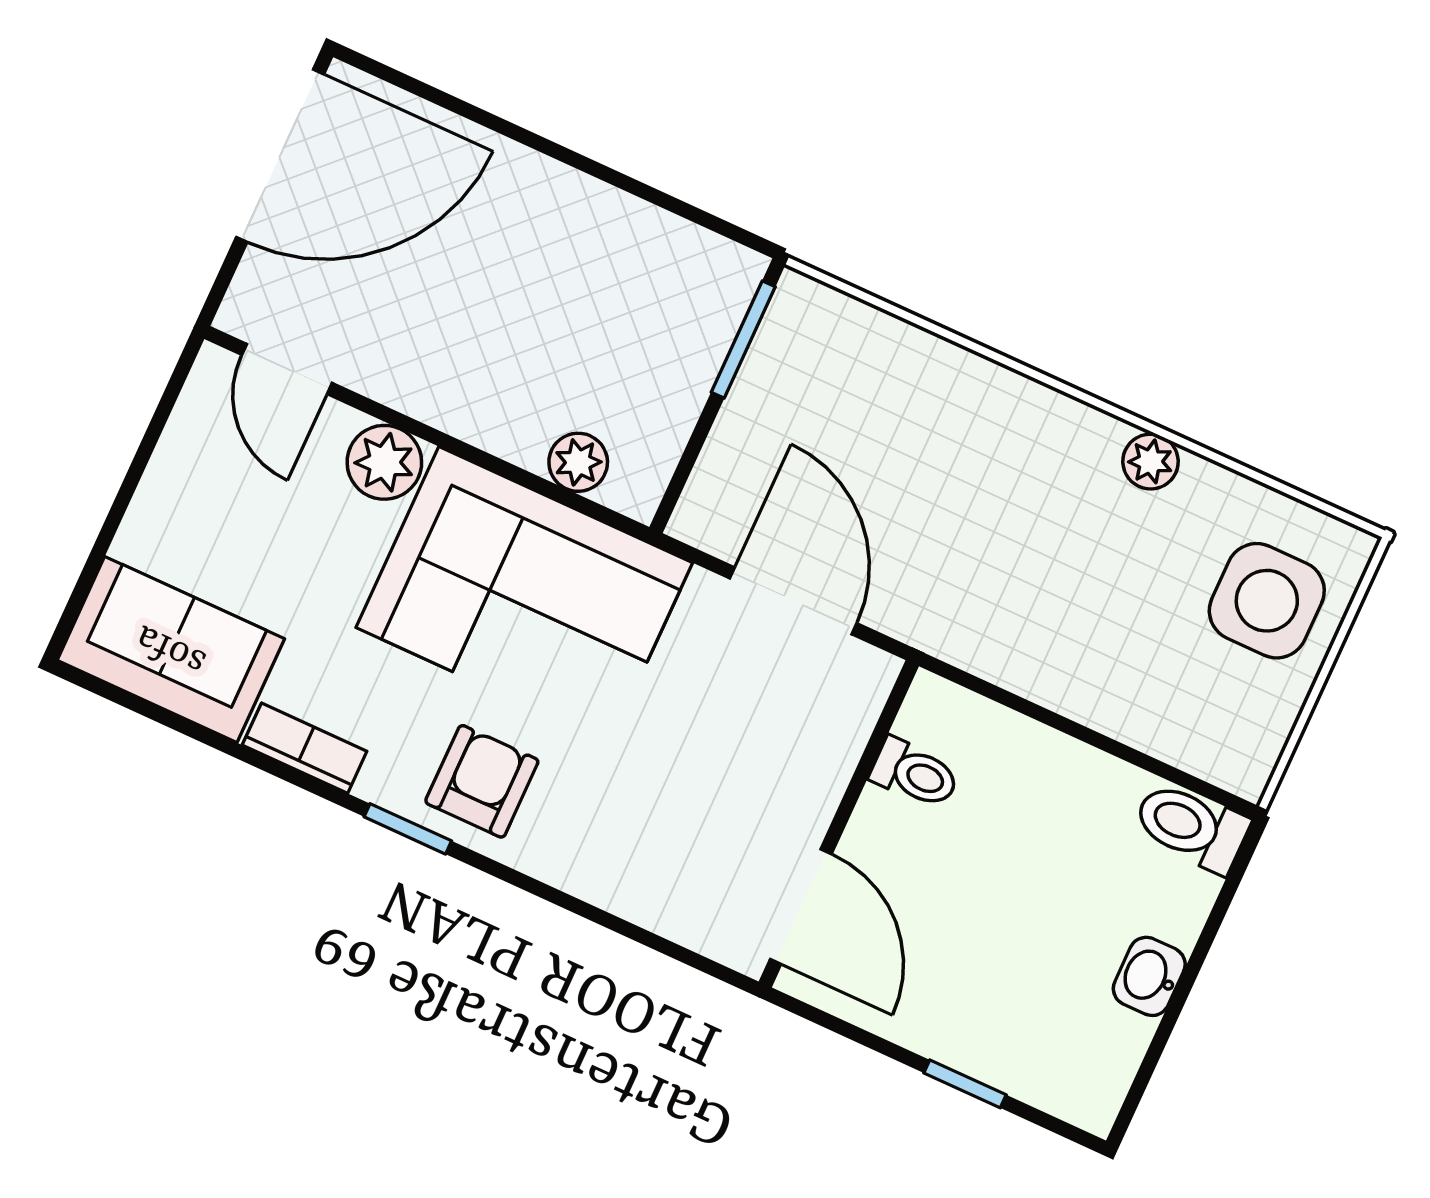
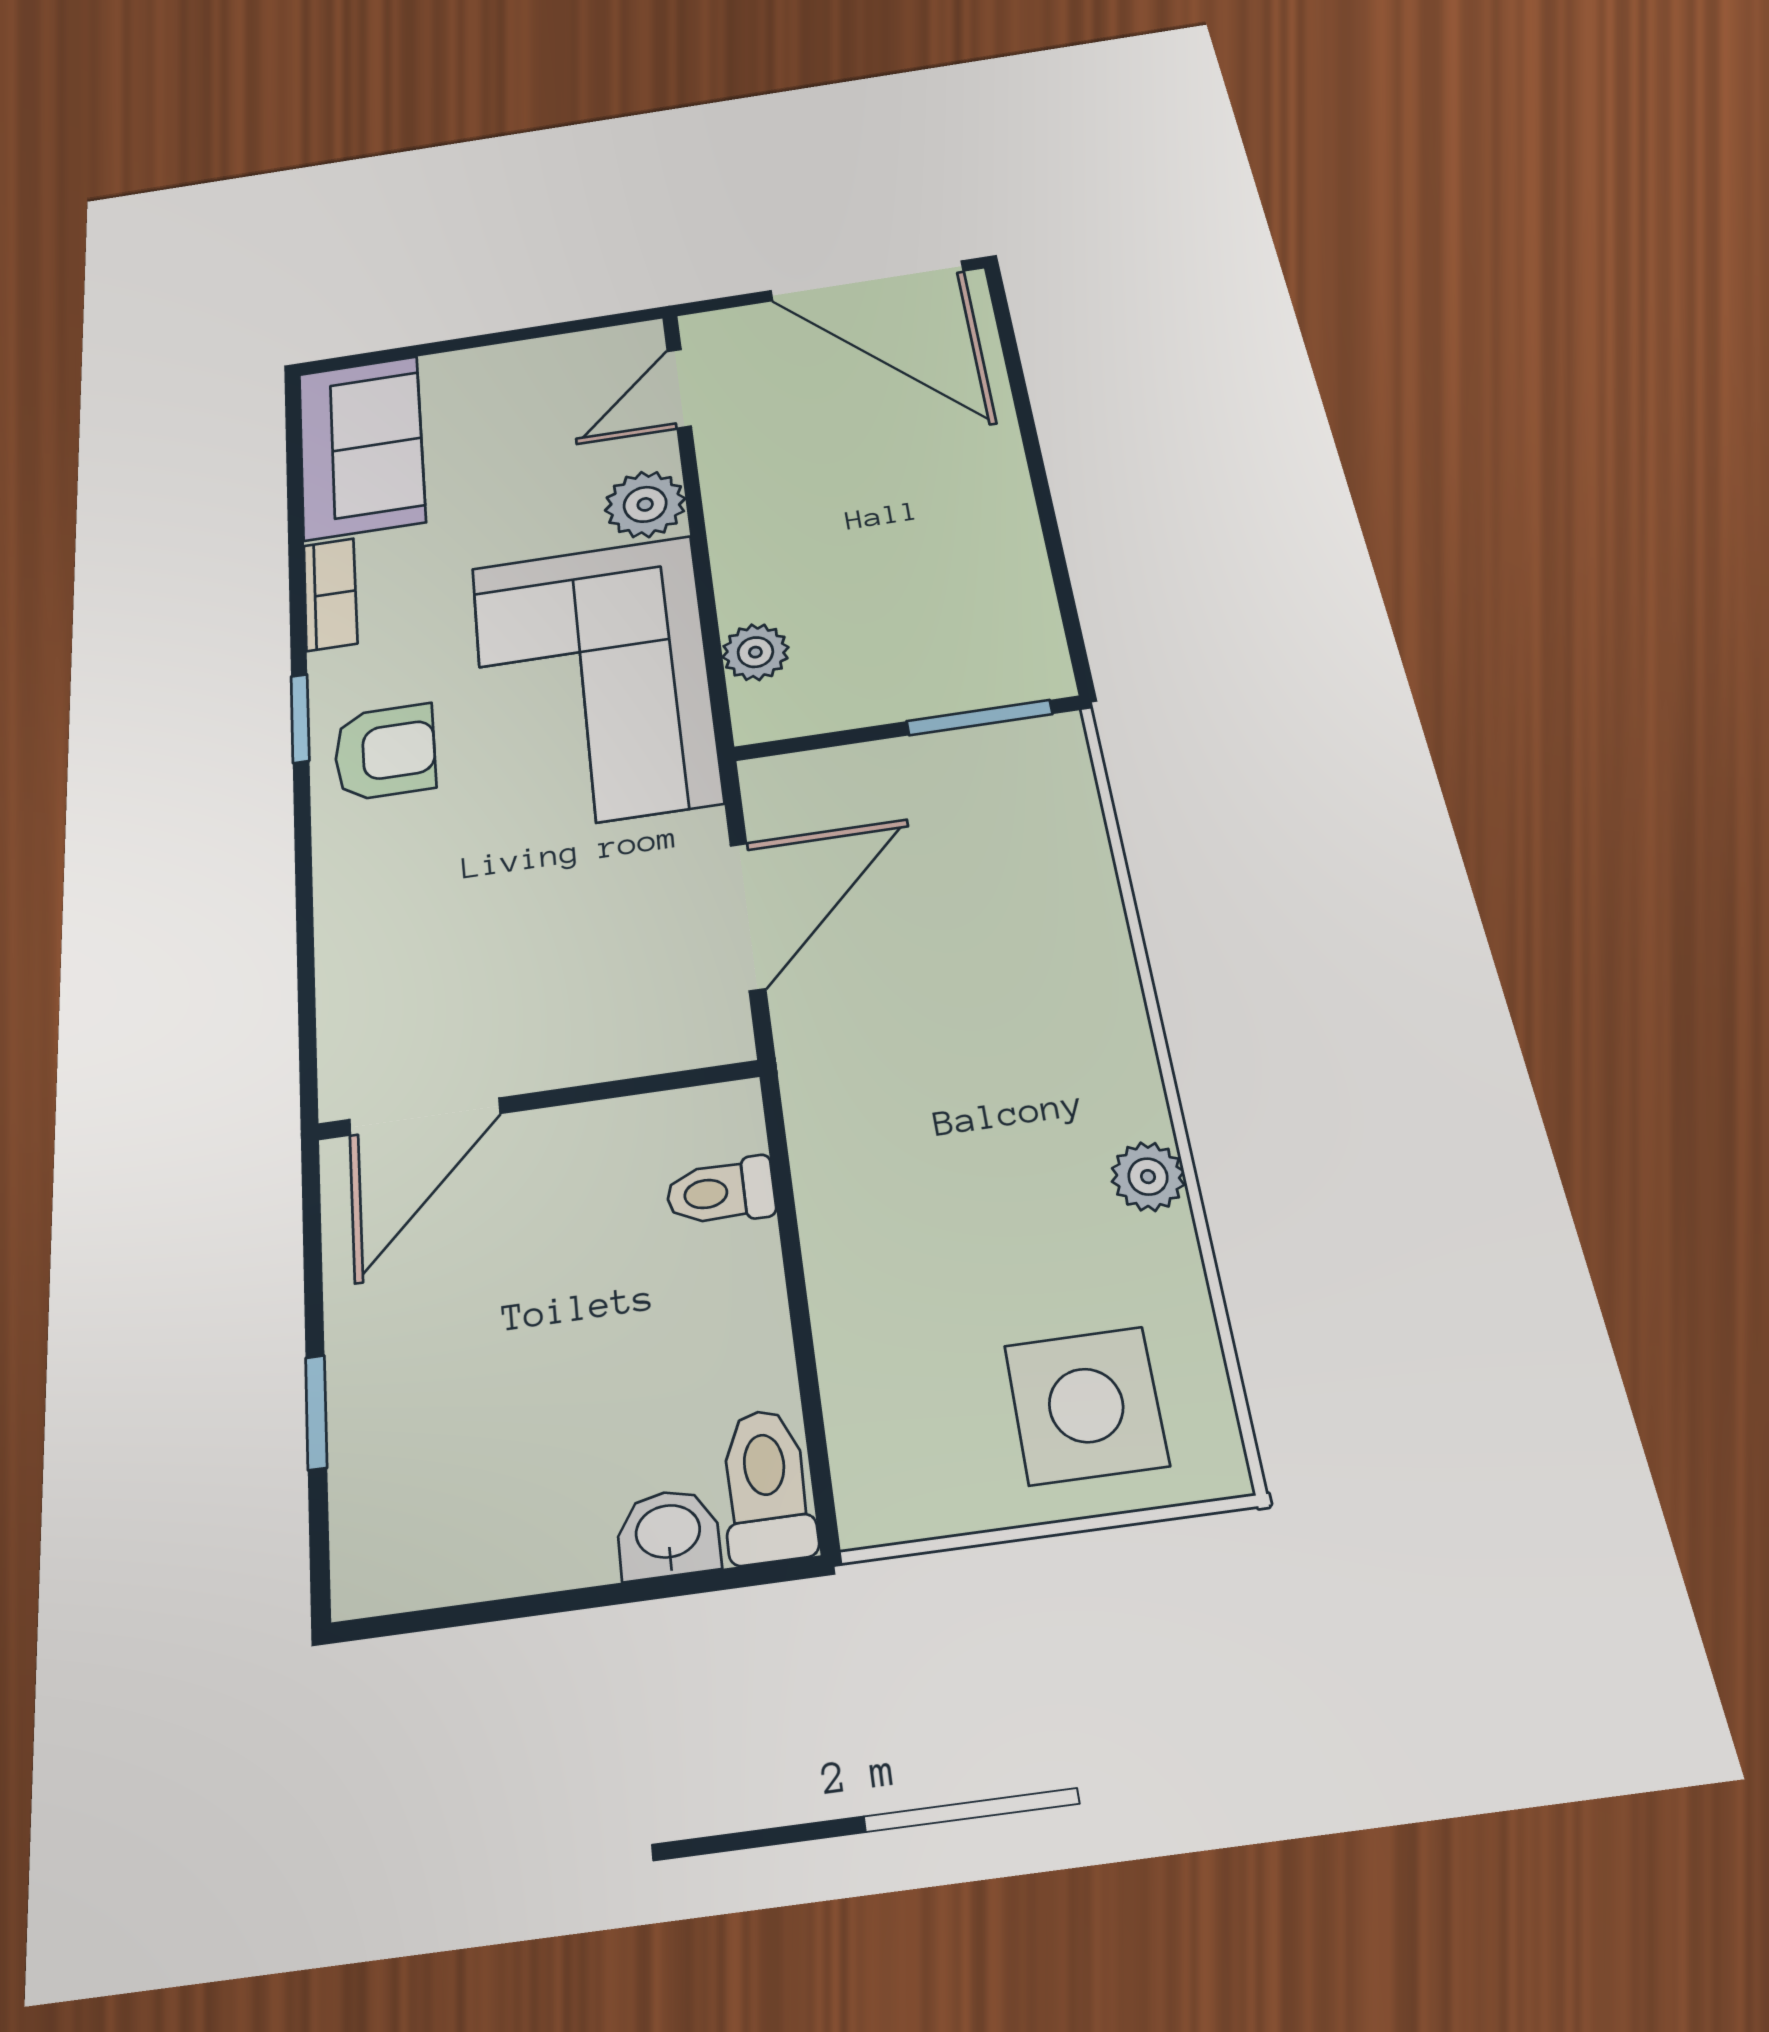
toilet: (915, 773) -> (721, 1192), moved, turned 90
washbasin: (1149, 976) -> (668, 1534), moved

